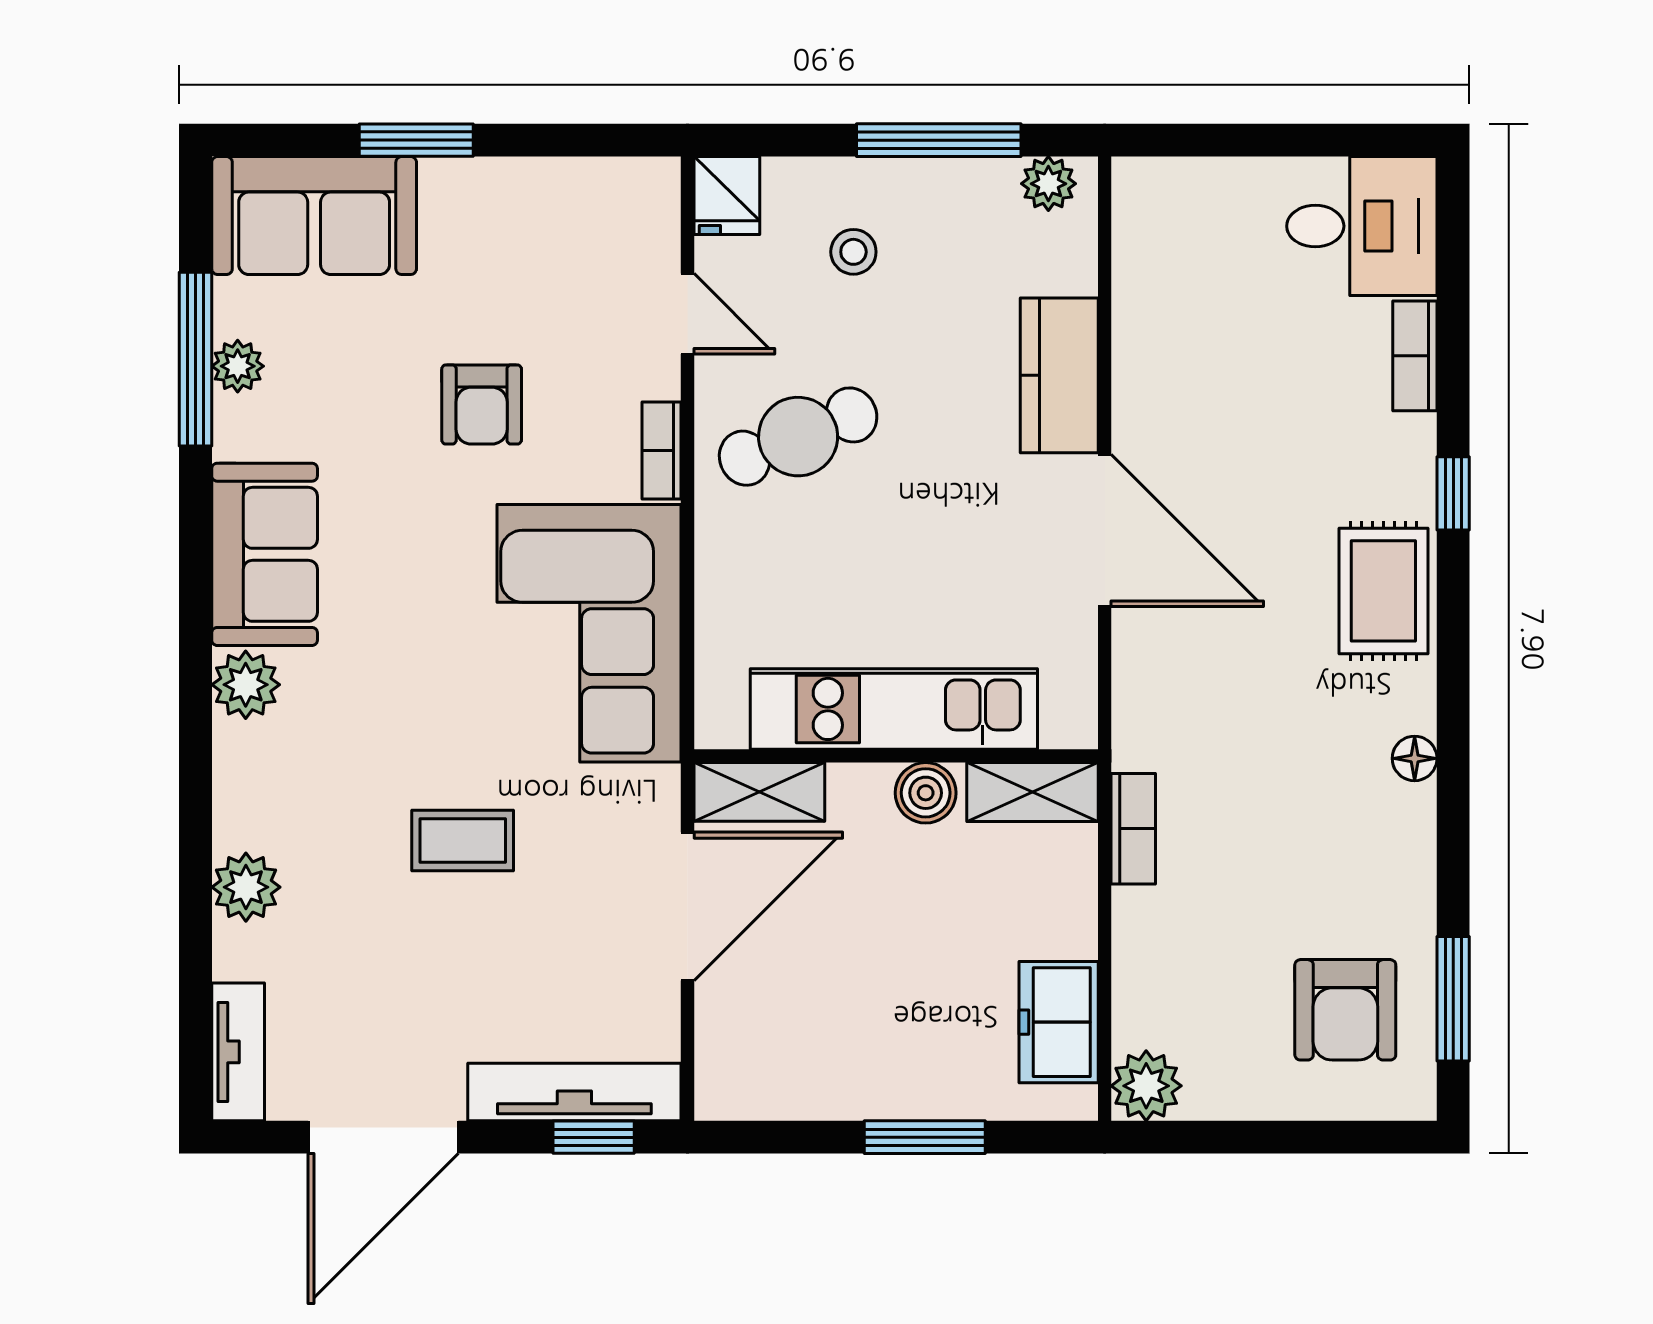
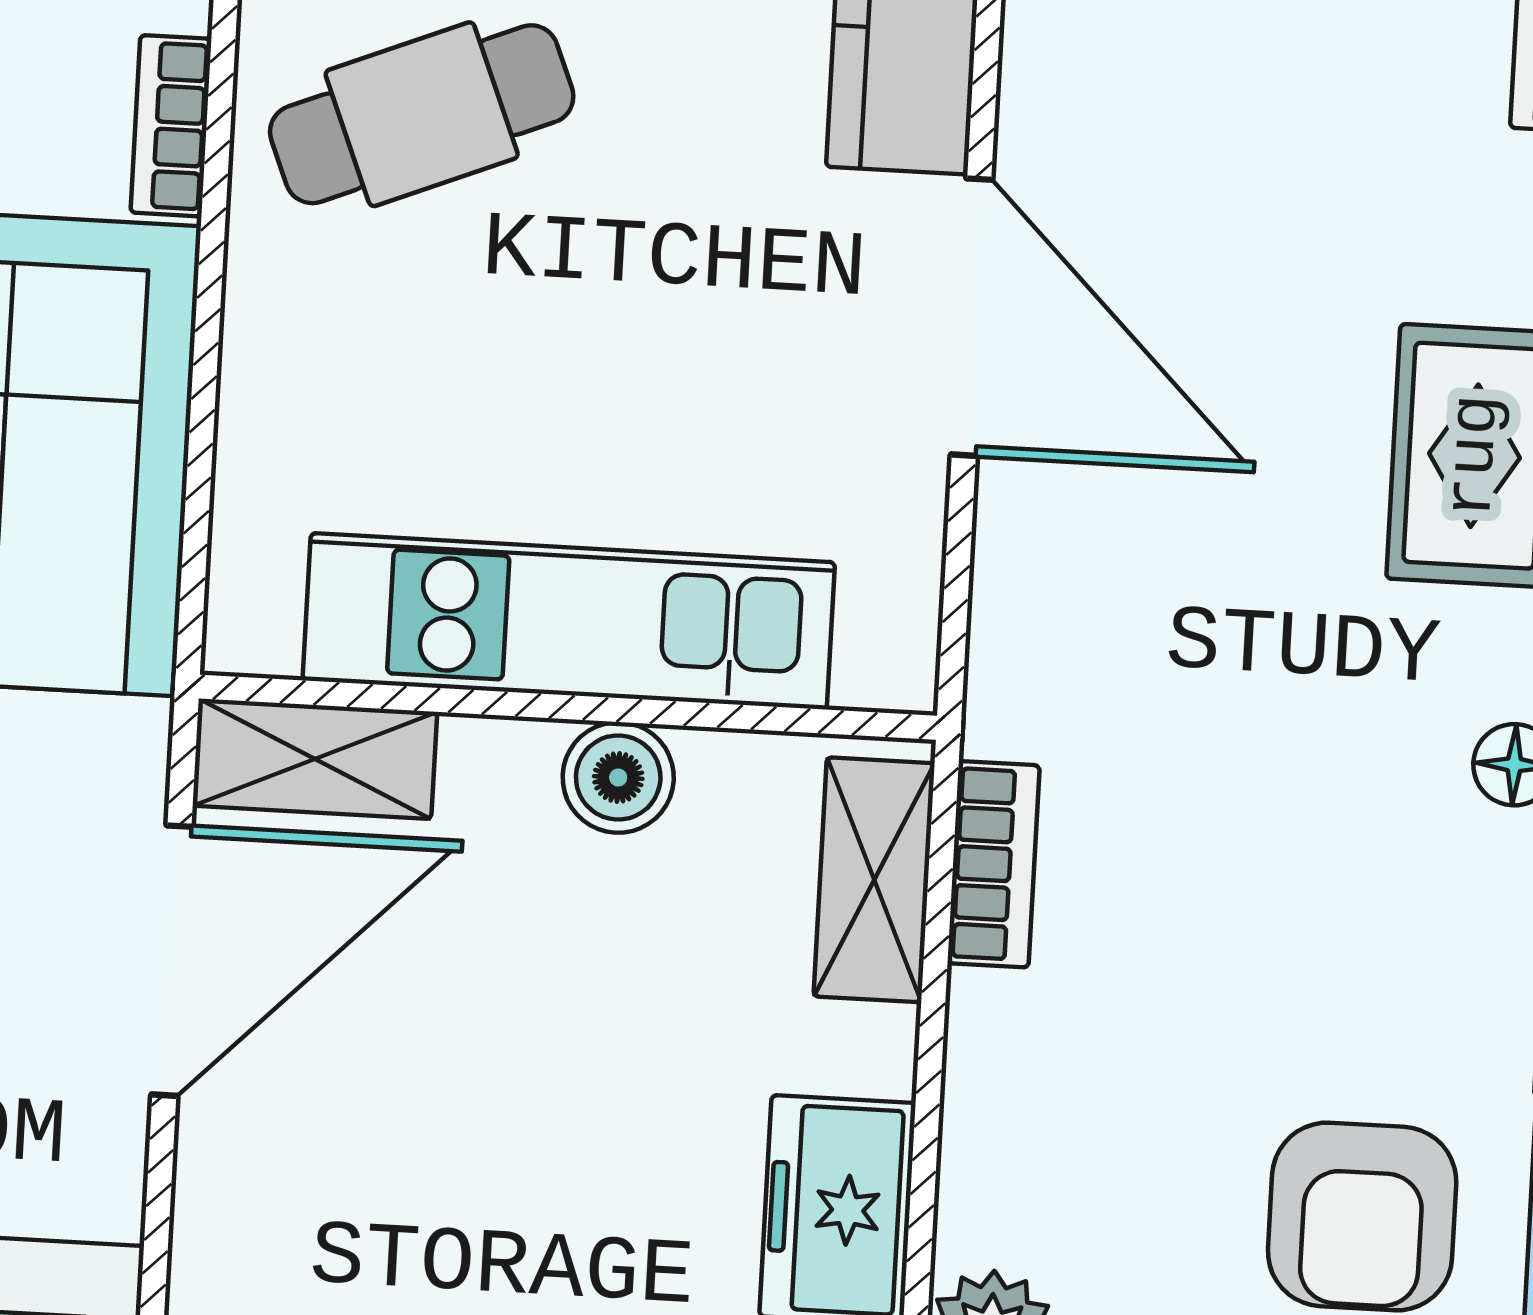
shelving: (1032, 792) -> (874, 880), moved, turned 90

